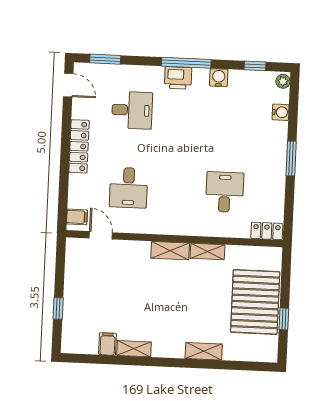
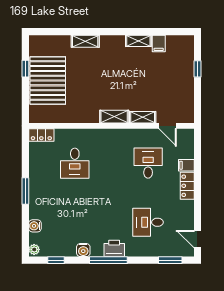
locker: (79, 146) -> (187, 186), width x0.66
filing cabinet: (77, 217) -> (186, 165), moved
shelving: (207, 251) -> (143, 117), moved

